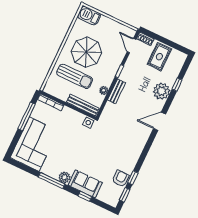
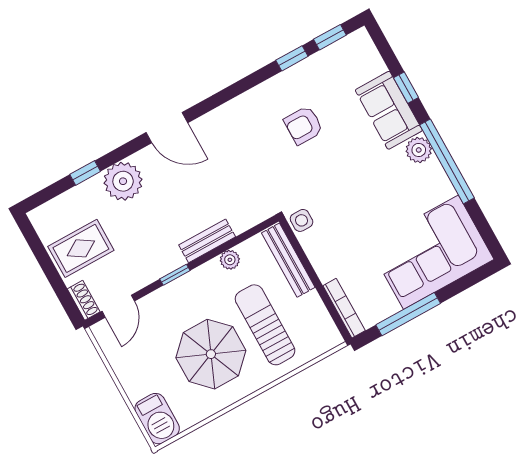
armchair: (121, 178) -> (303, 125), moved
window: (52, 181) -> (447, 161), width x1.46

